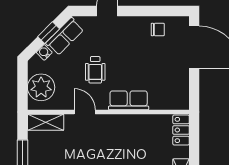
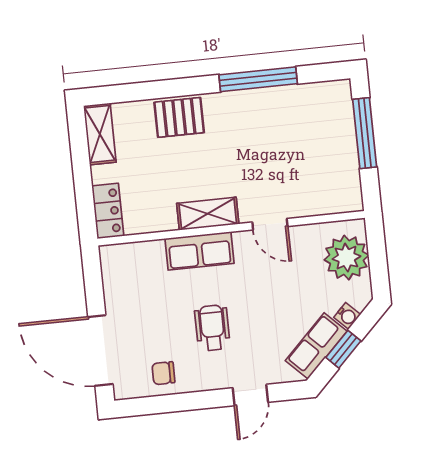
wheelchair: (95, 70) -> (212, 328), moved
shelving: (46, 122) -> (208, 214), moved

